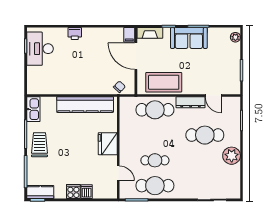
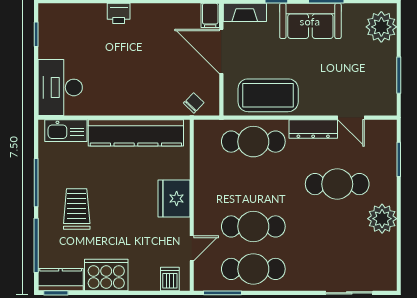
plant: (235, 37) -> (381, 27), width x1.88, depth x1.88
desk: (40, 49) -> (60, 87), moved
kitchen sink: (33, 109) -> (66, 131), moved, turned 90
trolley: (39, 145) -> (77, 209), moved
cafe table: (155, 160) -> (253, 226), width x1.37, depth x1.35
door: (118, 173) -> (192, 248), hinge flipped
cooker: (73, 192) -> (106, 275), width x1.87, depth x1.31
dishwasher: (87, 192) -> (170, 279), moved

